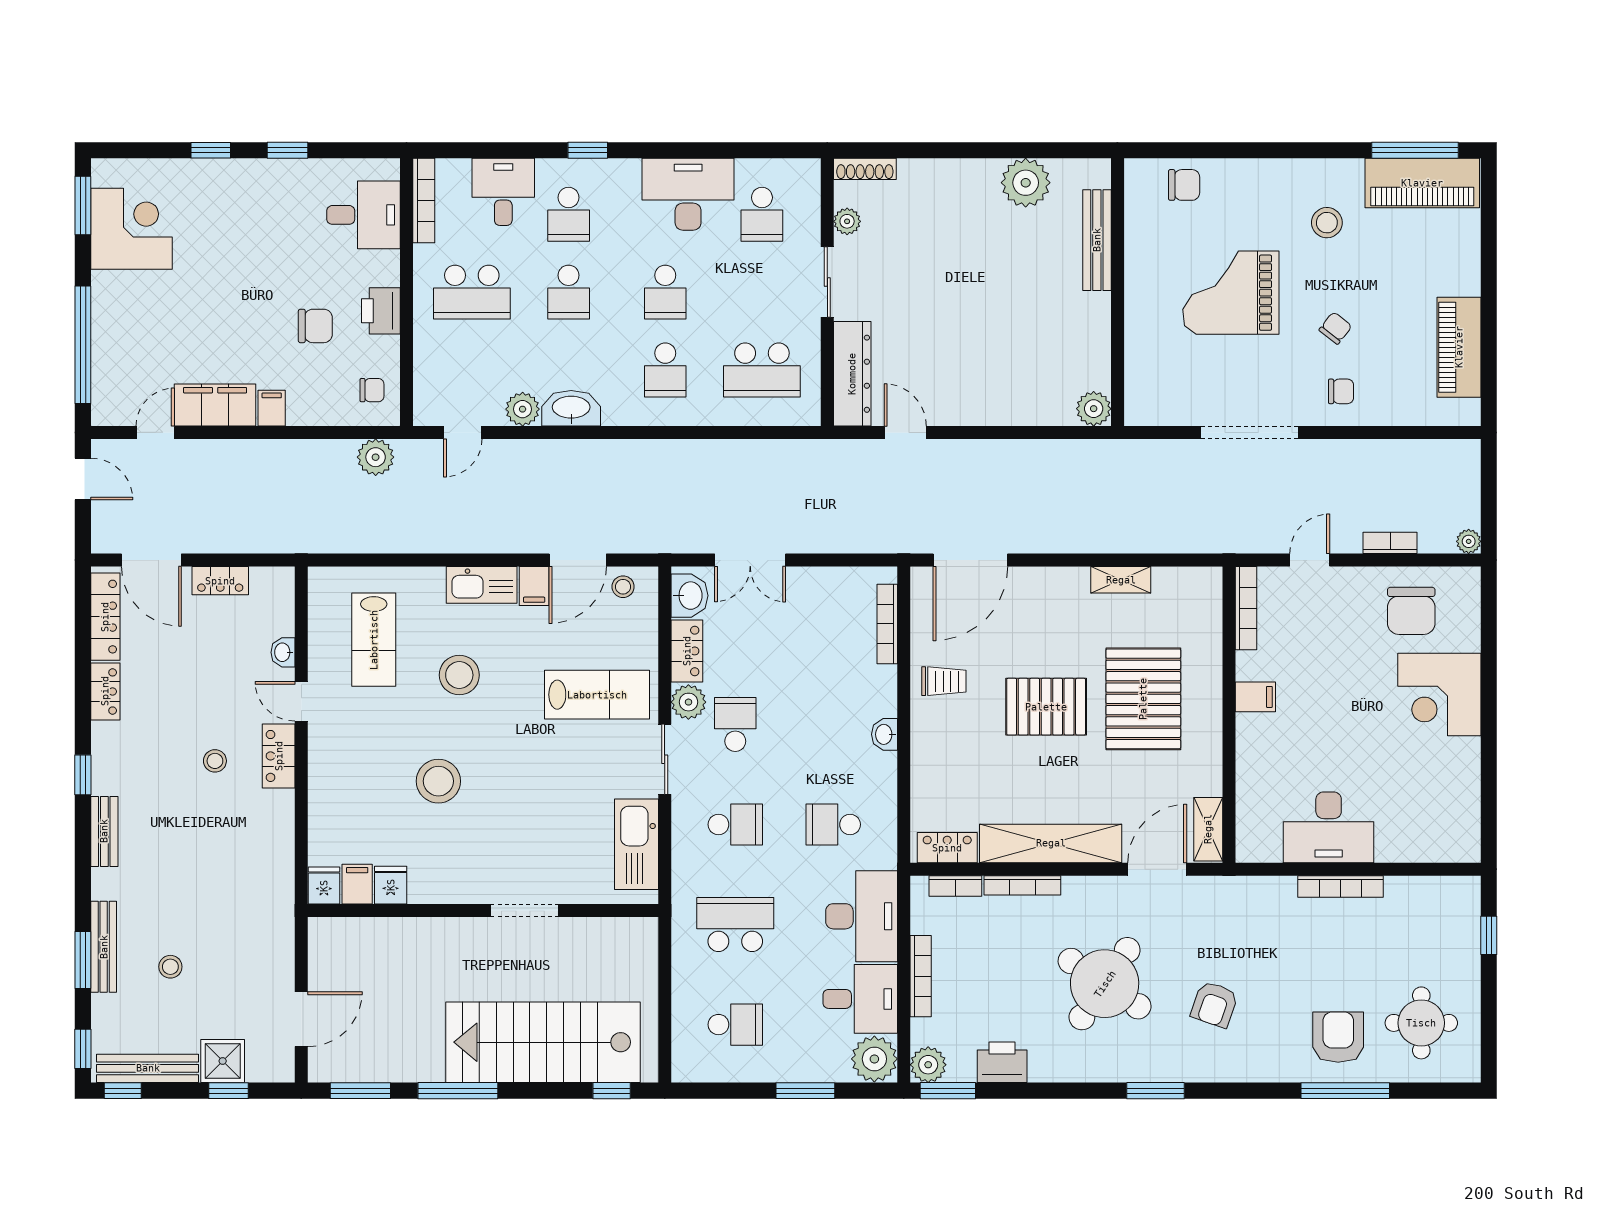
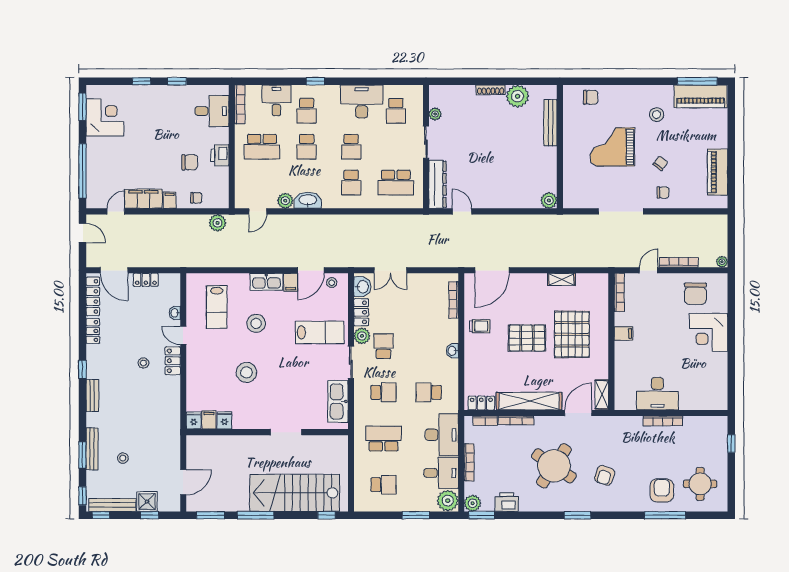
shoe rack: (865, 169) -> (491, 90), moved
chair: (372, 390) -> (196, 198), moved
bookcase: (1390, 543) -> (679, 262), width x1.56

